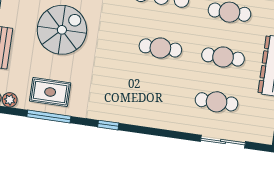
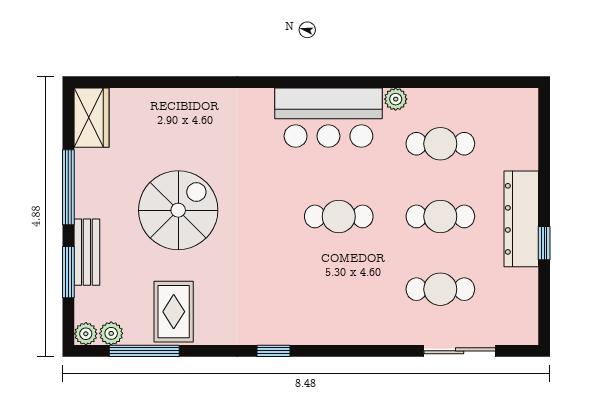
rug: (50, 92) -> (174, 312), turned 90
window: (49, 116) -> (144, 351), moved

